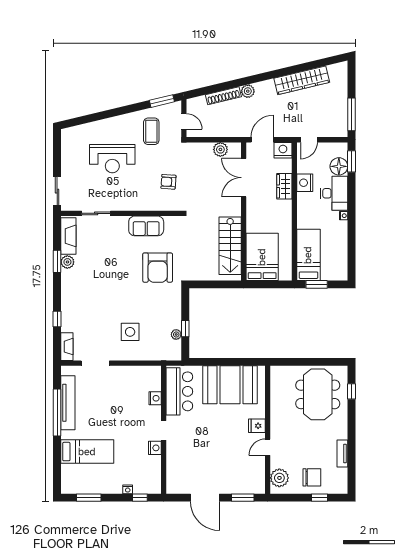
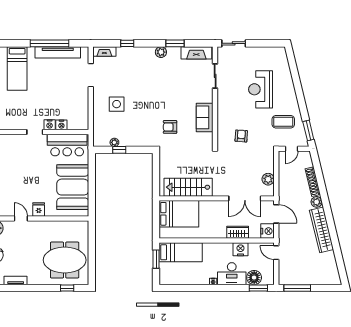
wardrobe: (302, 80) -> (322, 230), moved
double door: (244, 178) -> (245, 198), swing flipped
plant: (67, 262) -> (161, 52), moved
armchair: (158, 268) -> (170, 127), width x0.53, depth x0.53
nightstand: (155, 448) -> (50, 125), moved

